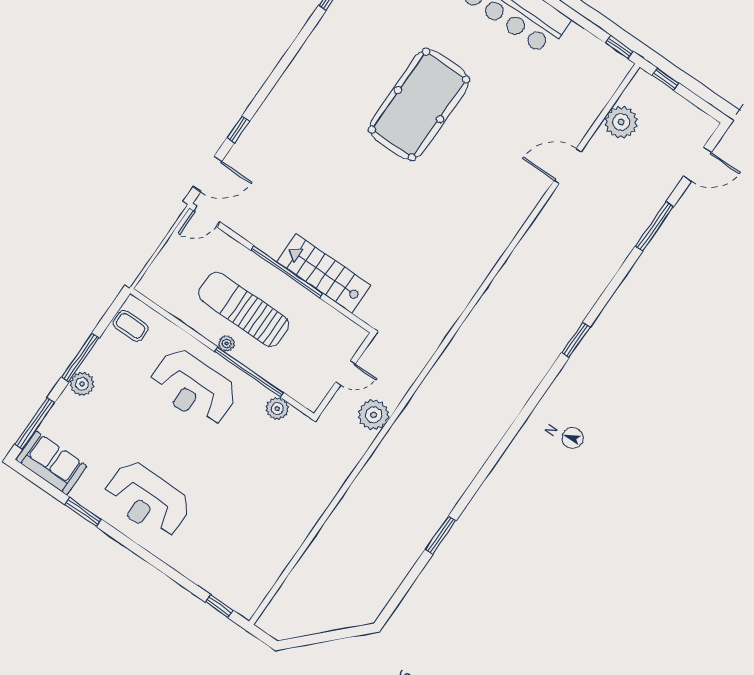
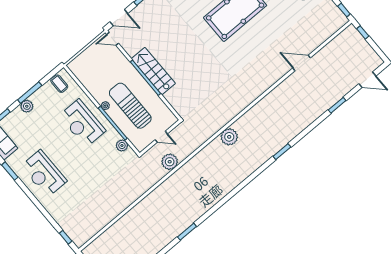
plant: (621, 122) -> (229, 137), moved
window: (654, 226) -> (337, 105), width x0.69
stairs: (324, 273) -> (153, 71), moved
sun lounger: (244, 309) -> (130, 106), moved

